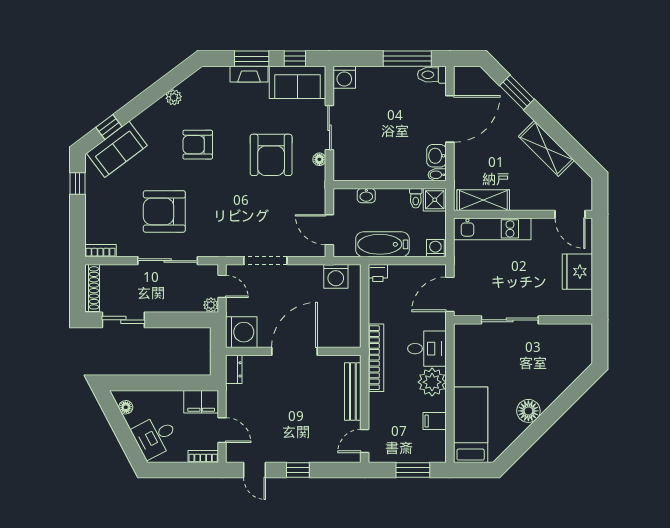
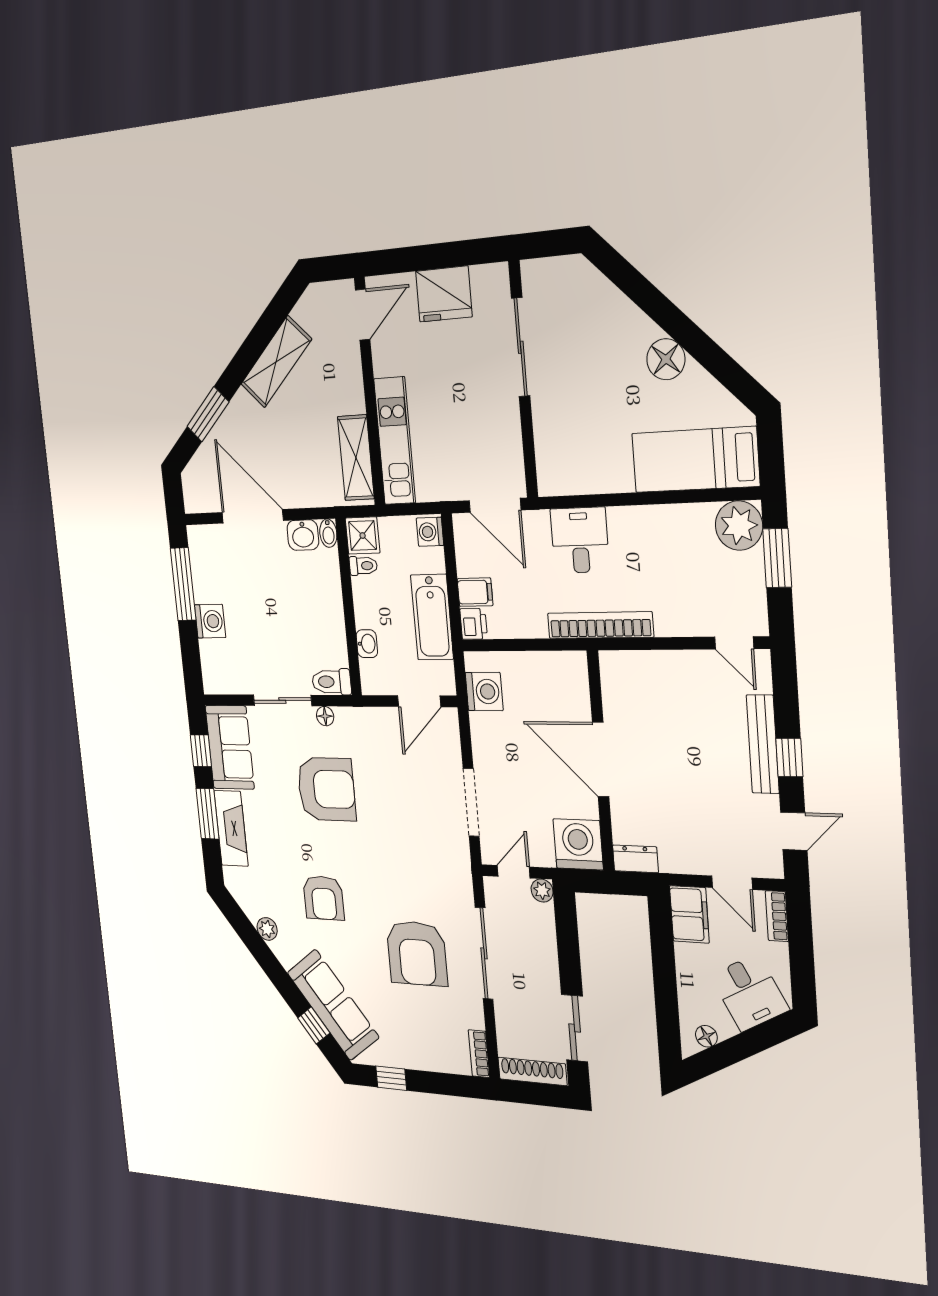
fireplace: (249, 74) -> (231, 828), width x1.37, depth x1.32
toilet: (432, 75) -> (332, 682), moved, turned 90
washing machine: (344, 77) -> (210, 621), moved
sofa: (117, 149) -> (333, 1005), width x1.36
sliding door: (510, 320) -> (521, 347), moved
plant: (432, 382) -> (739, 526), moved
bench: (353, 392) -> (763, 744), moved, turned 90
filing cabinet: (435, 421) -> (475, 592), moved, turned -90
door: (222, 430) -> (732, 883), swing flipped

